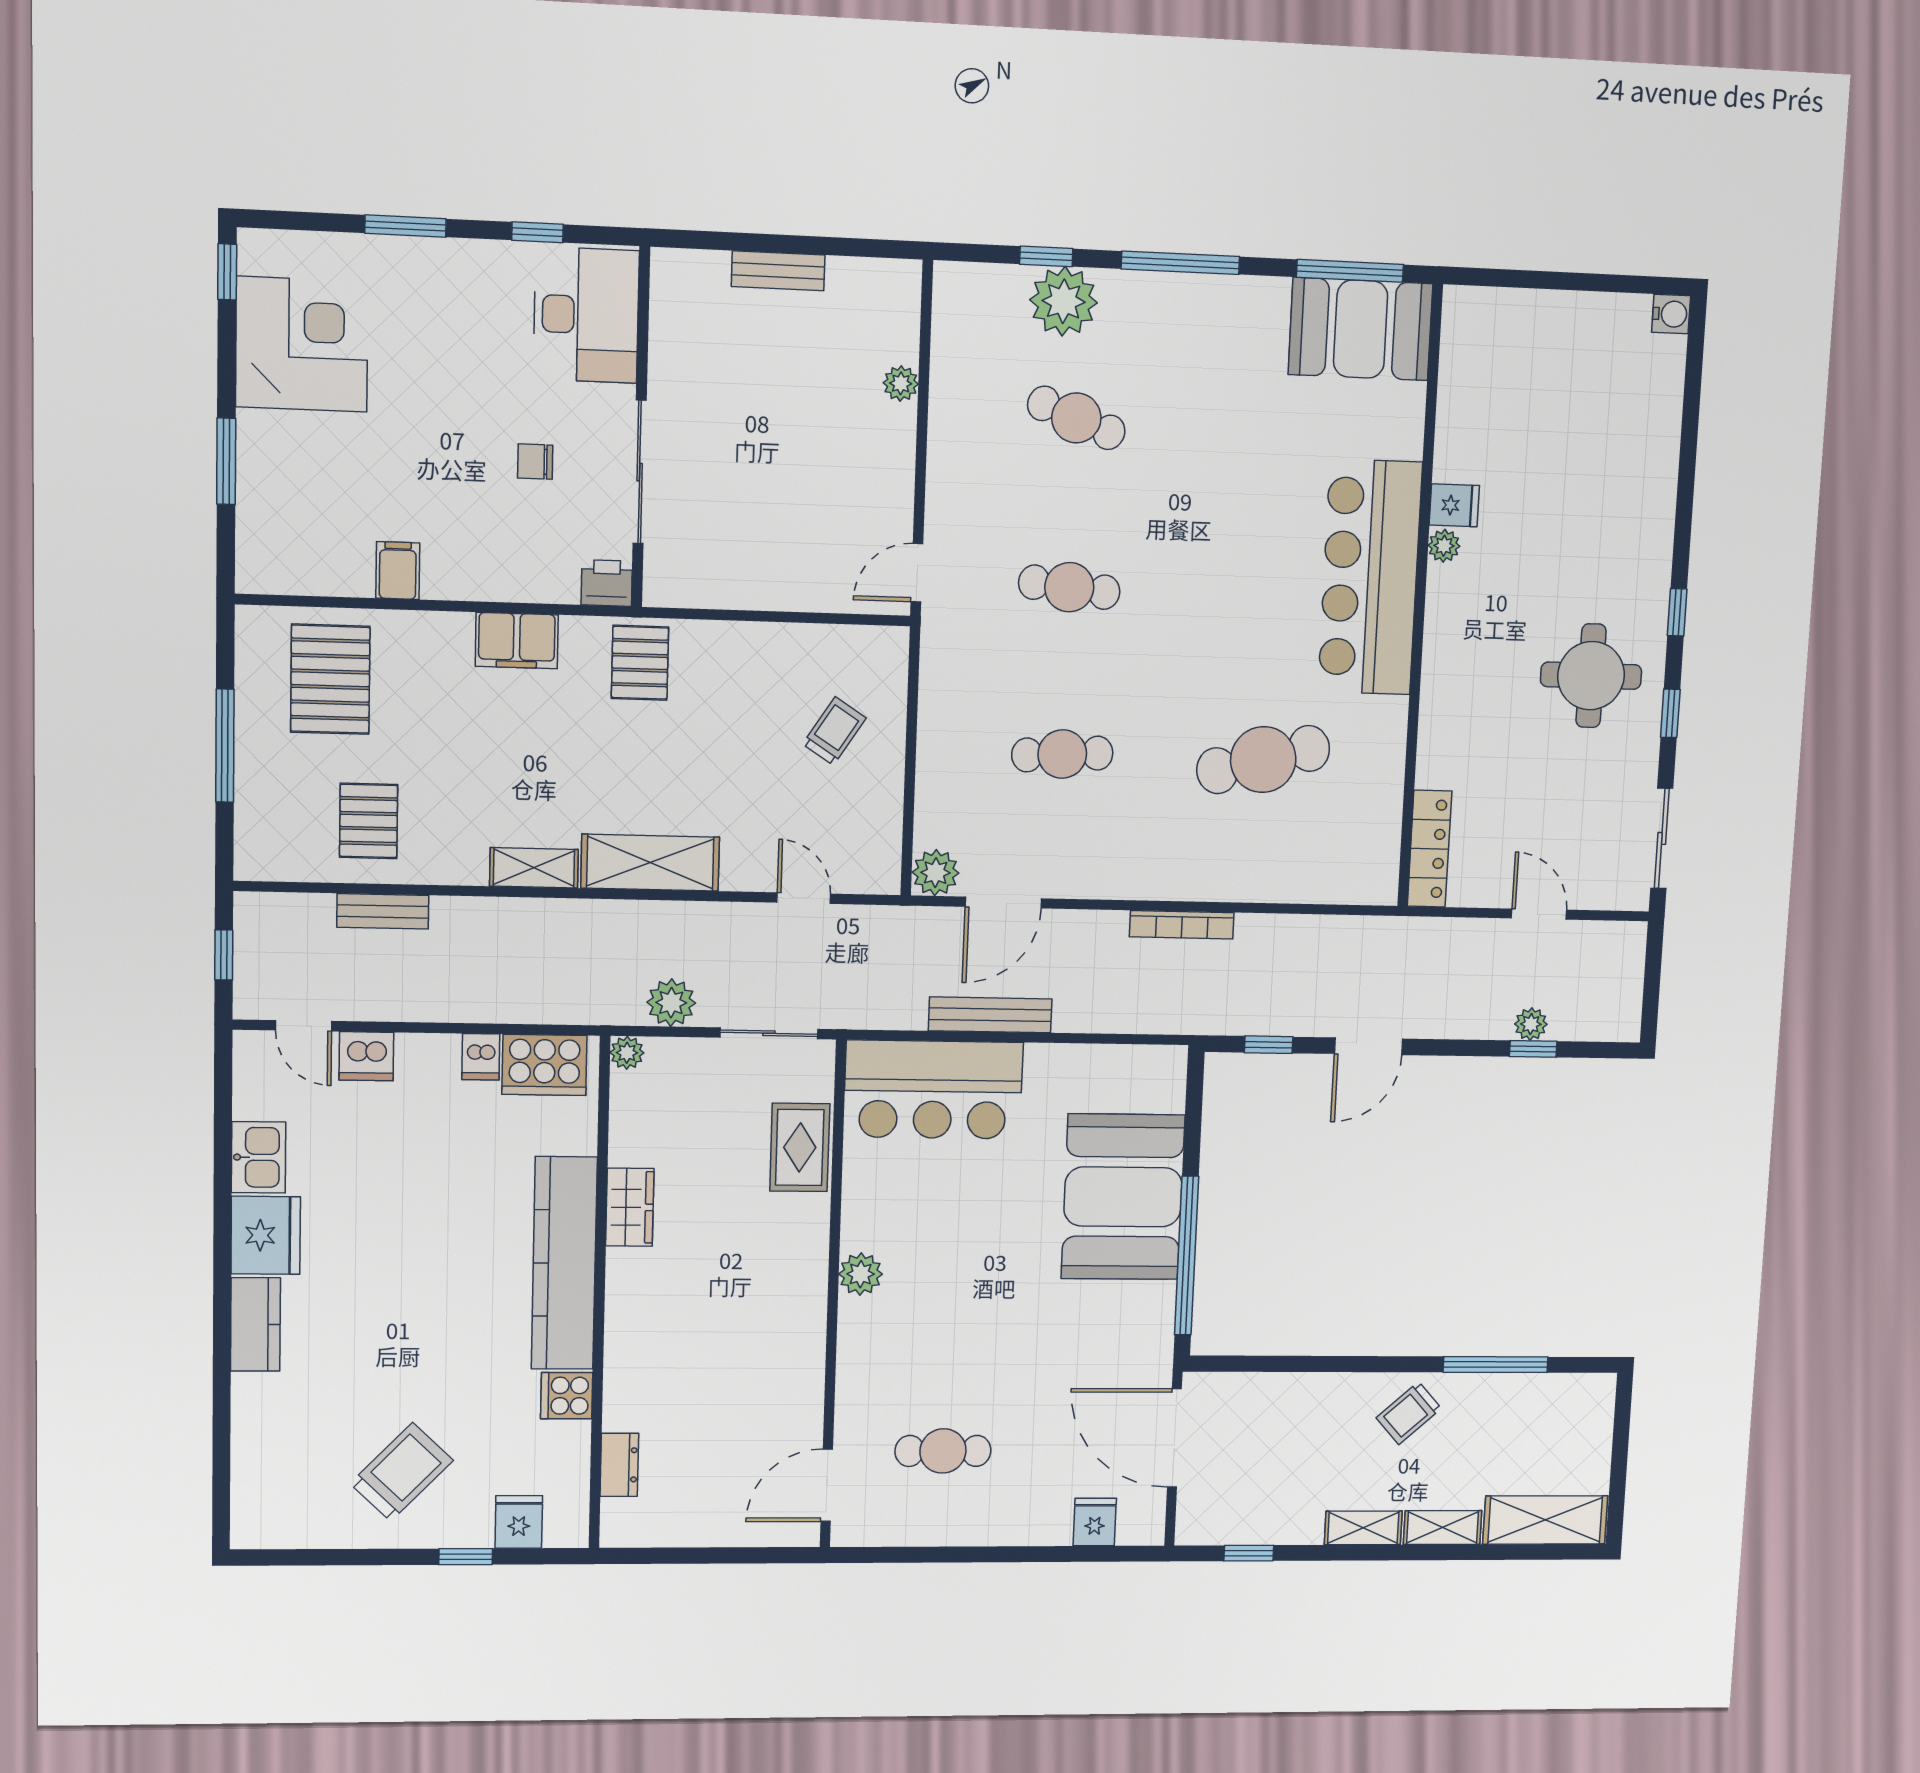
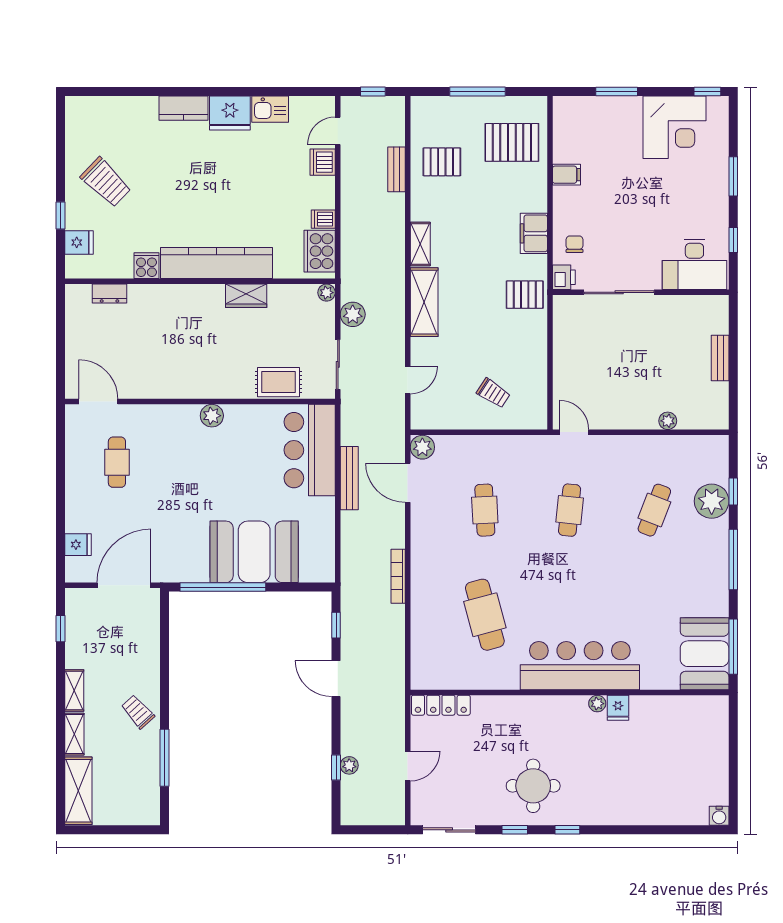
chair: (535, 462) -> (575, 244), moved

